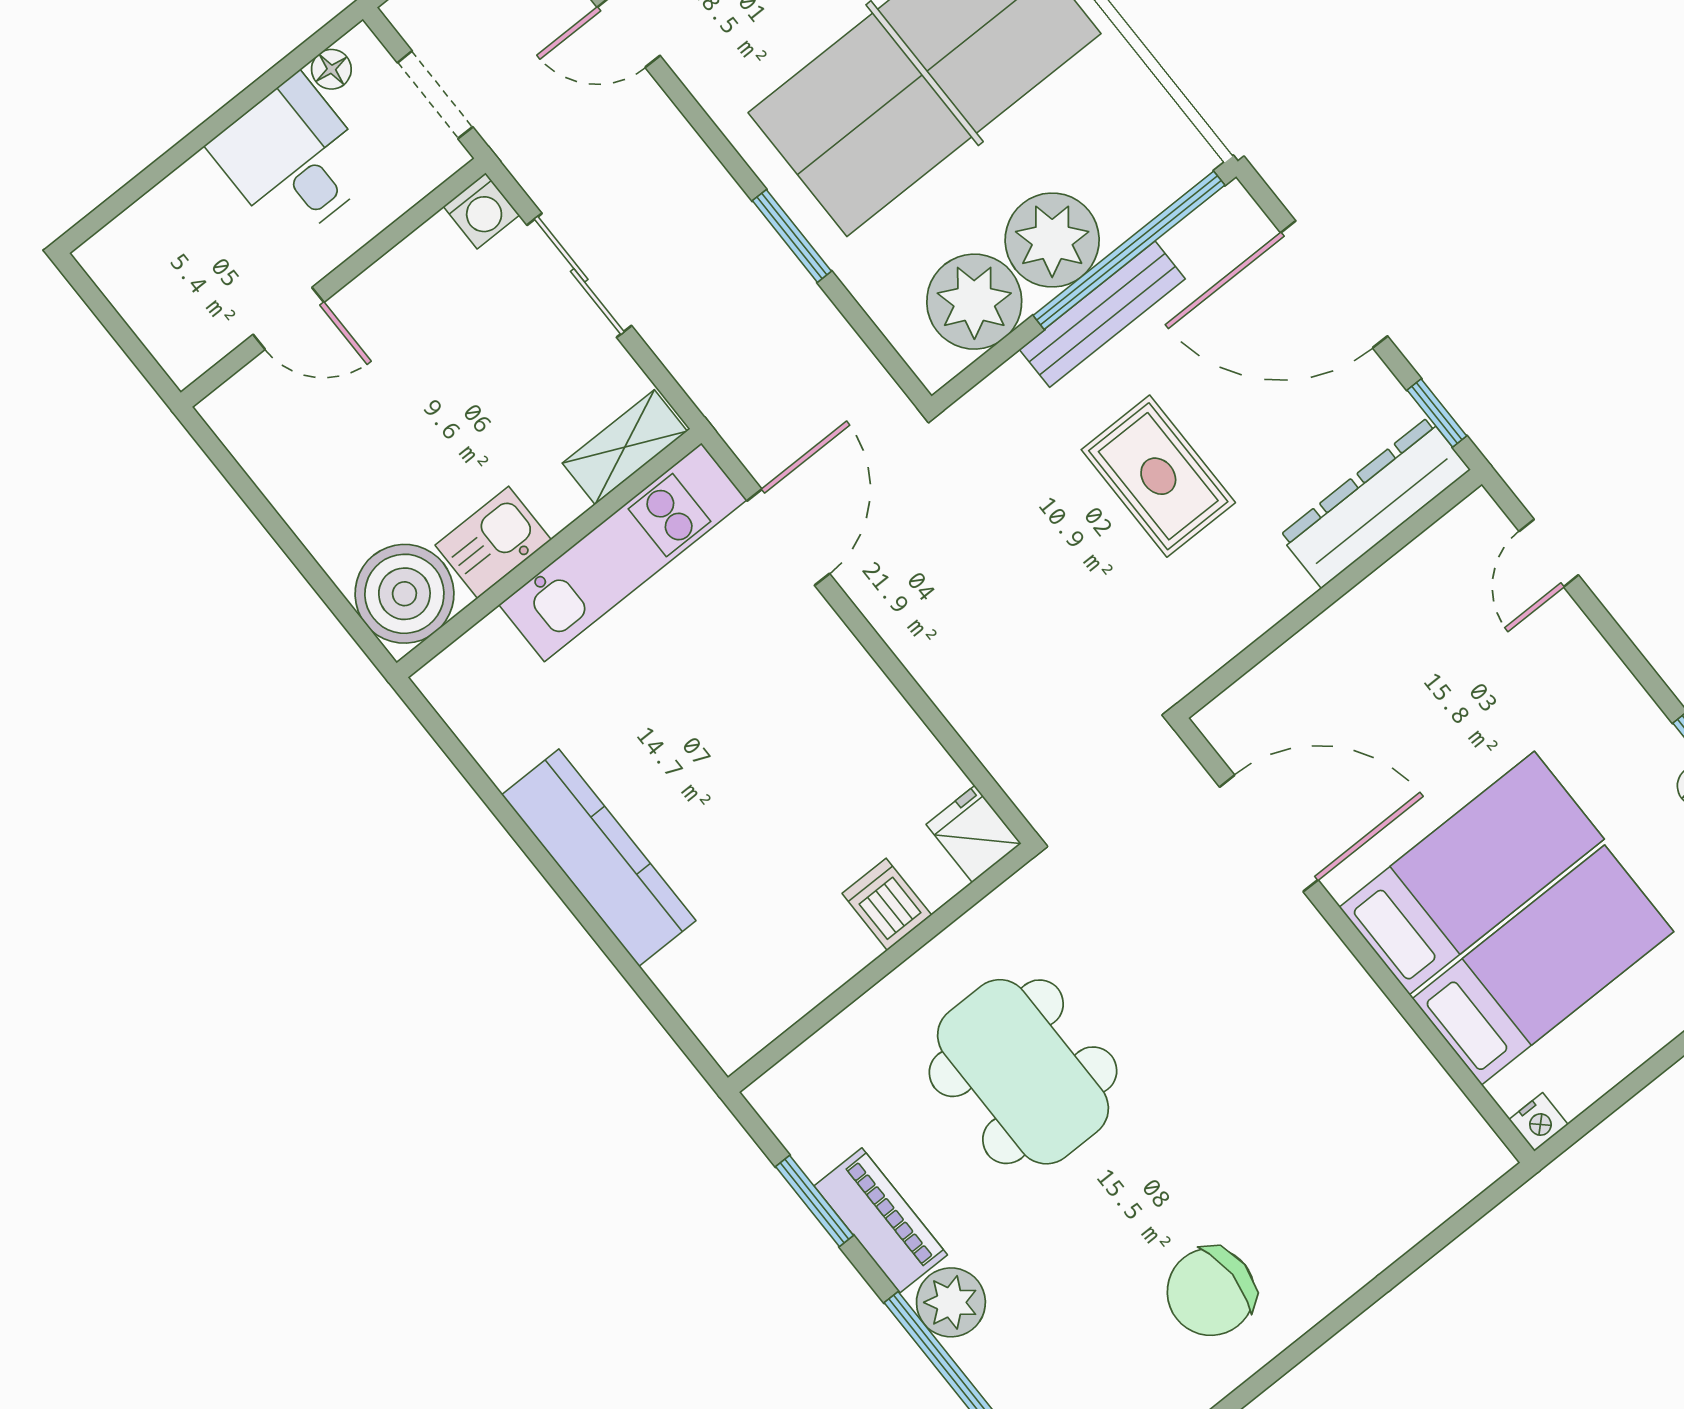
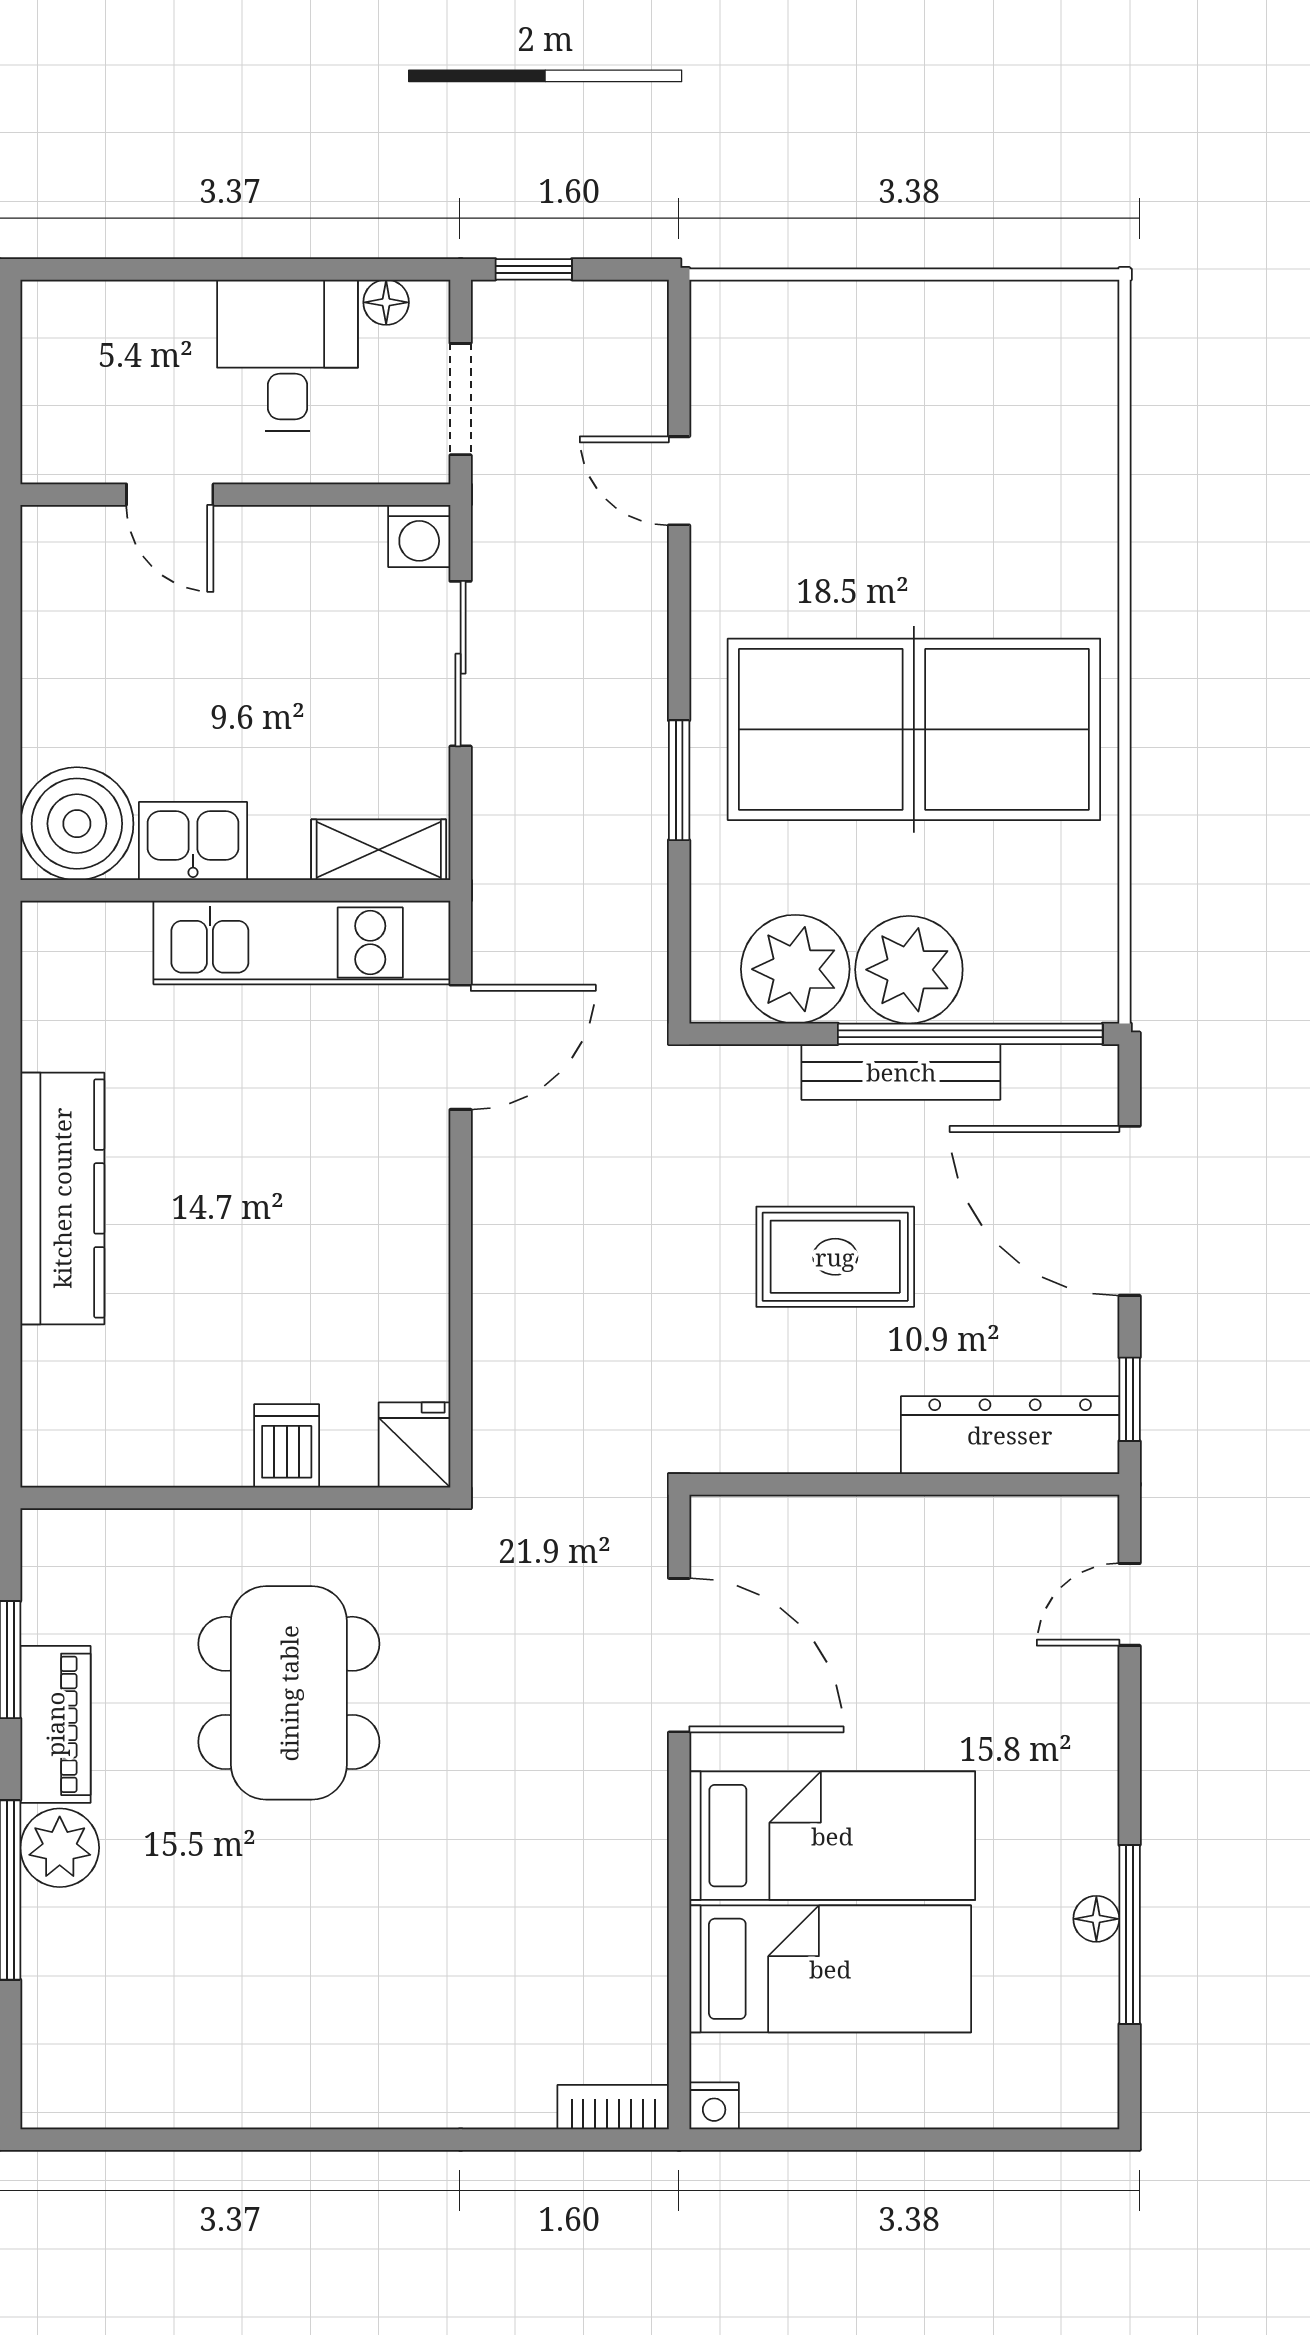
rug: (1158, 476) -> (835, 1257), turned 90
bookcase: (1470, 1178) -> (613, 2107), added
chair: (1211, 1292) -> (300, 2024), removed

